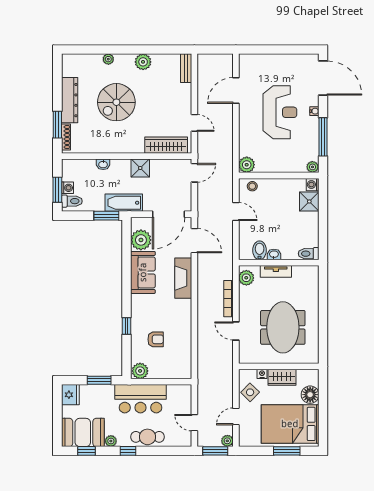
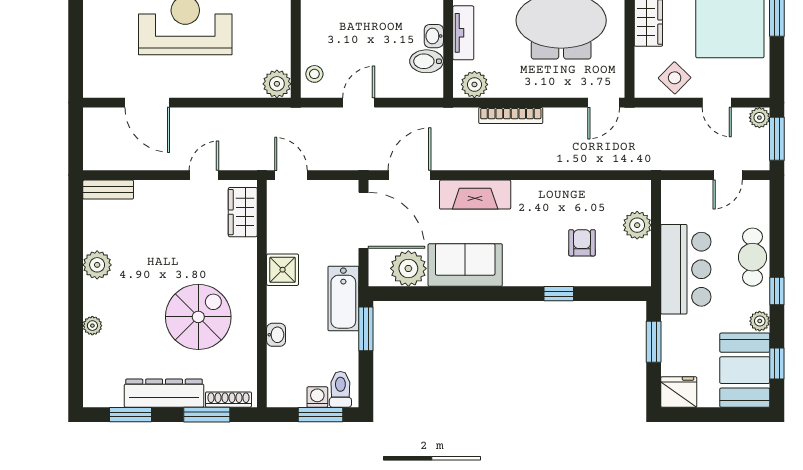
window: (57, 81) -> (131, 415), added
spiral stairs: (116, 102) -> (198, 317), moved, turned -90
wardrobe: (166, 145) -> (243, 212), width x0.67
door: (236, 331) -> (604, 103), moved
plant: (140, 371) -> (637, 225), moved
nightstand: (262, 374) -> (643, 57), removed

